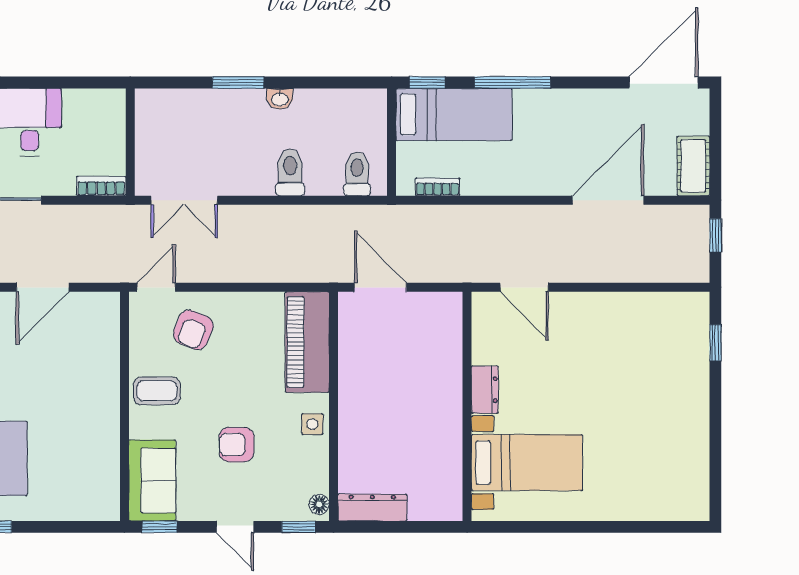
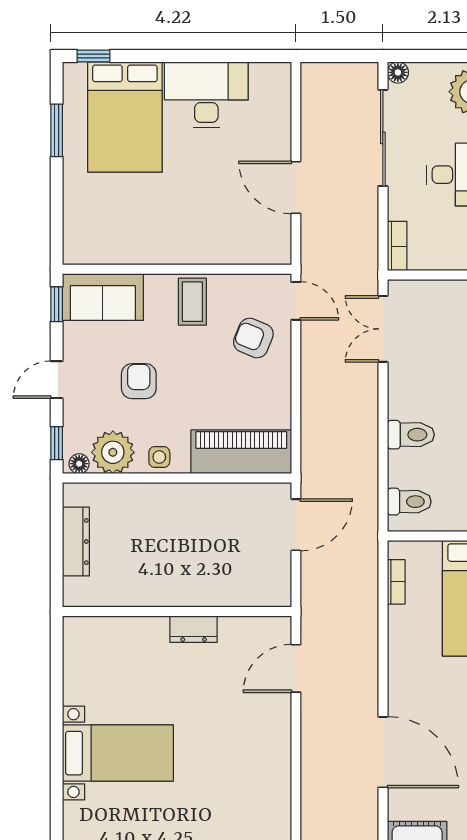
bed with nightstands: (527, 463) -> (118, 753), moved, turned -90
plant: (308, 471) -> (113, 452), added
dresser: (372, 508) -> (76, 542), moved

